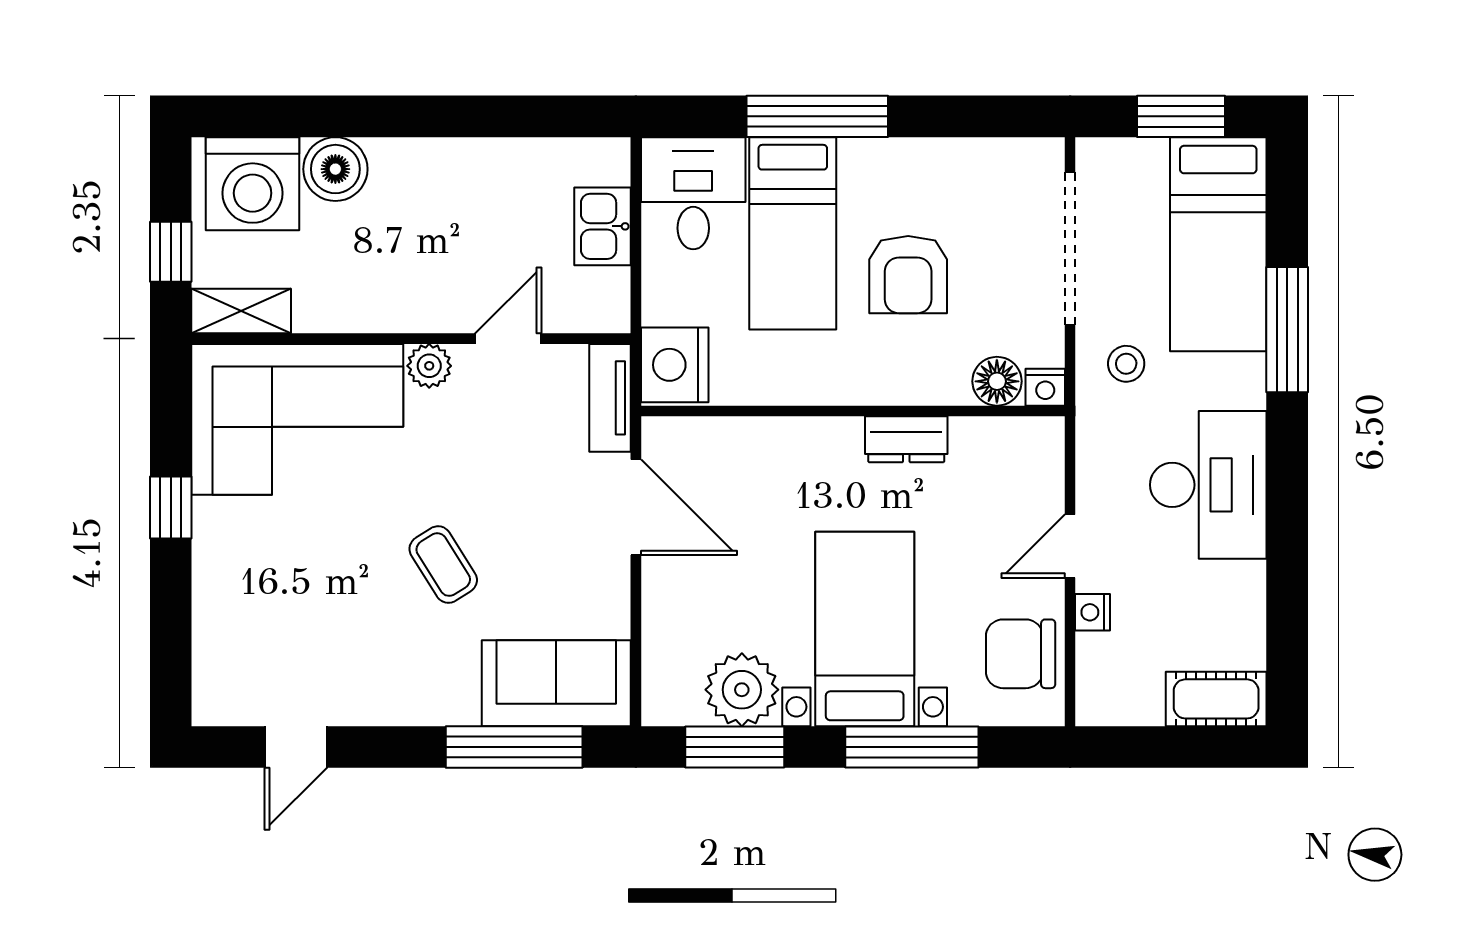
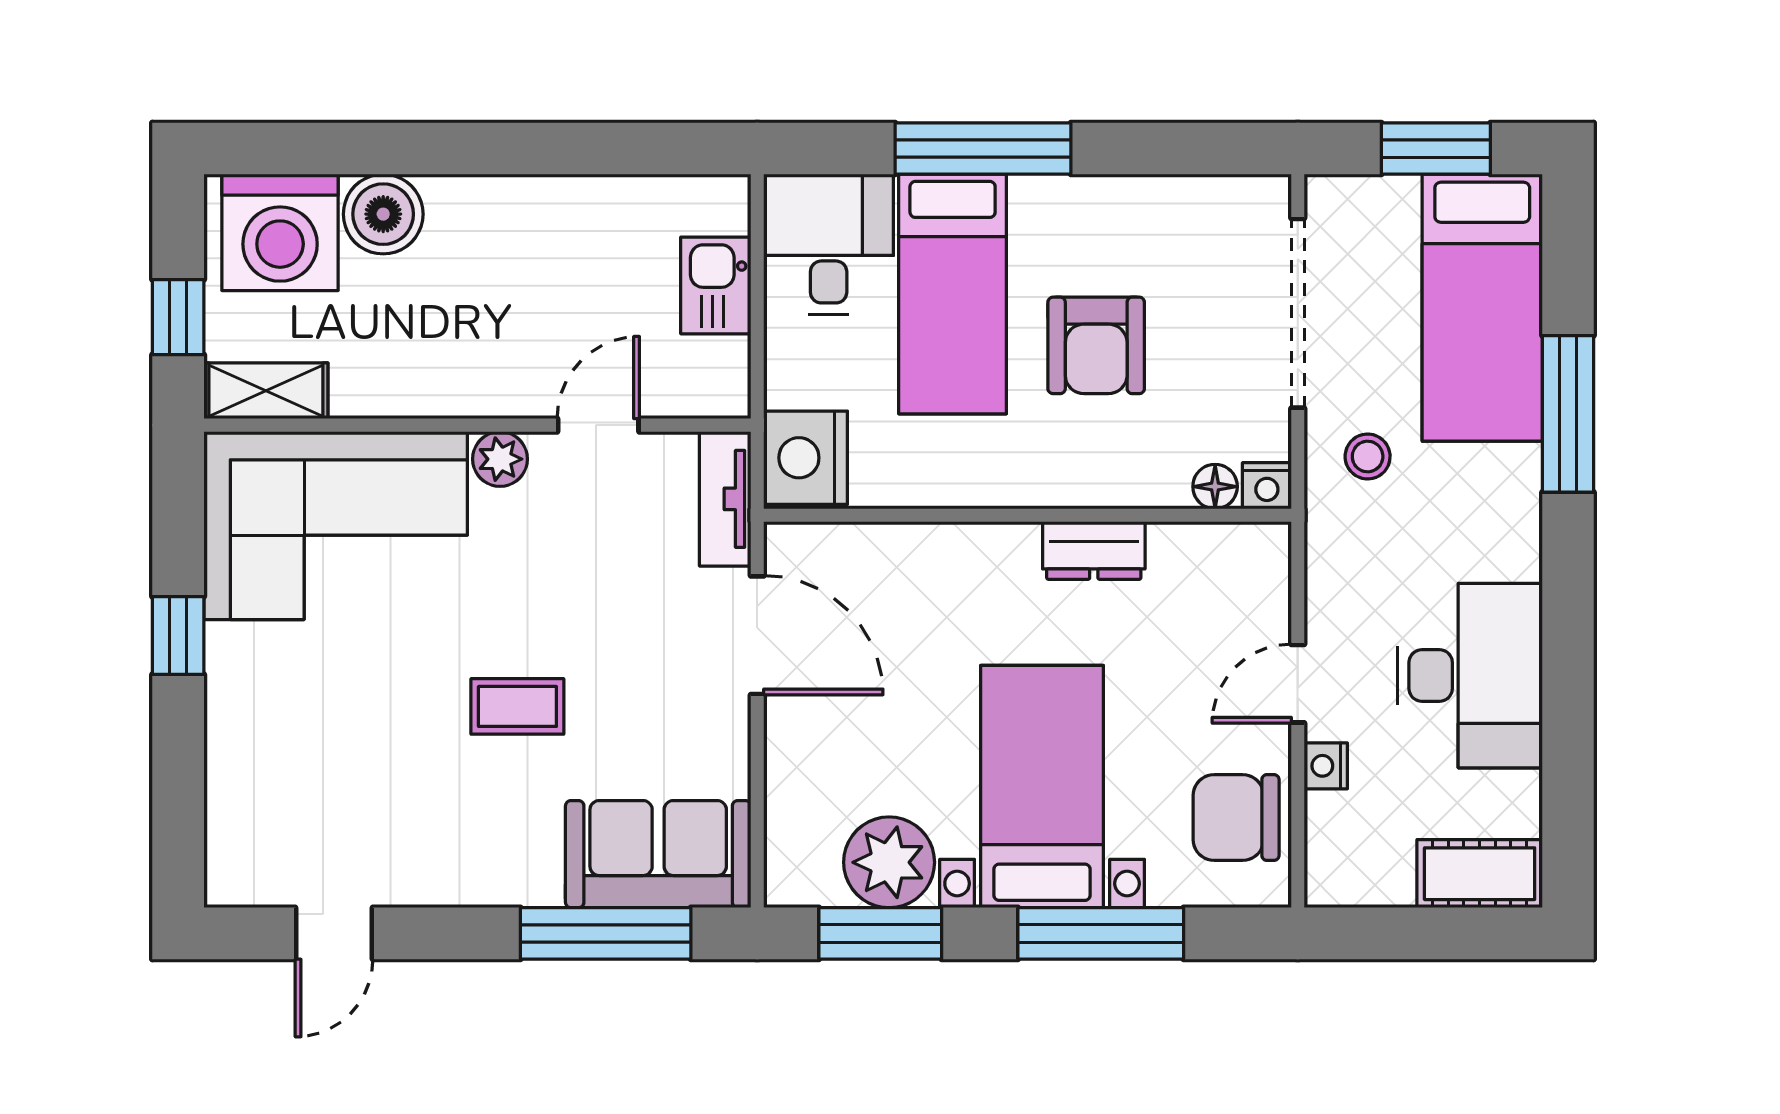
floor lamp: (997, 381) -> (1215, 487), width x0.73, depth x0.73
desk: (1208, 485) -> (1470, 676), moved
coffee table: (443, 565) -> (517, 706), turned -58

